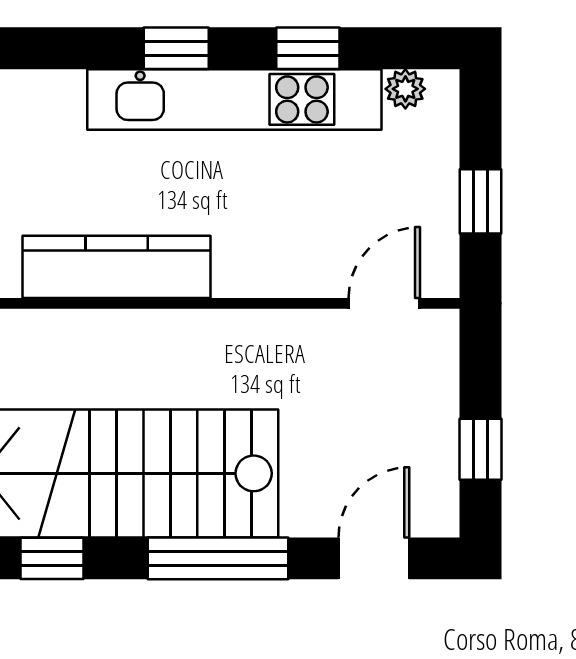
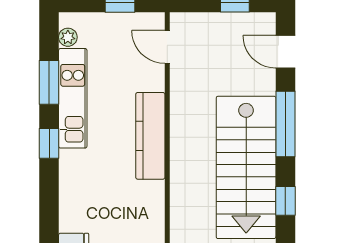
window: (308, 48) -> (49, 82), width x1.50
kitchen unit: (234, 99) -> (73, 98), width x0.73
kitchen counter: (117, 267) -> (150, 136), moved

